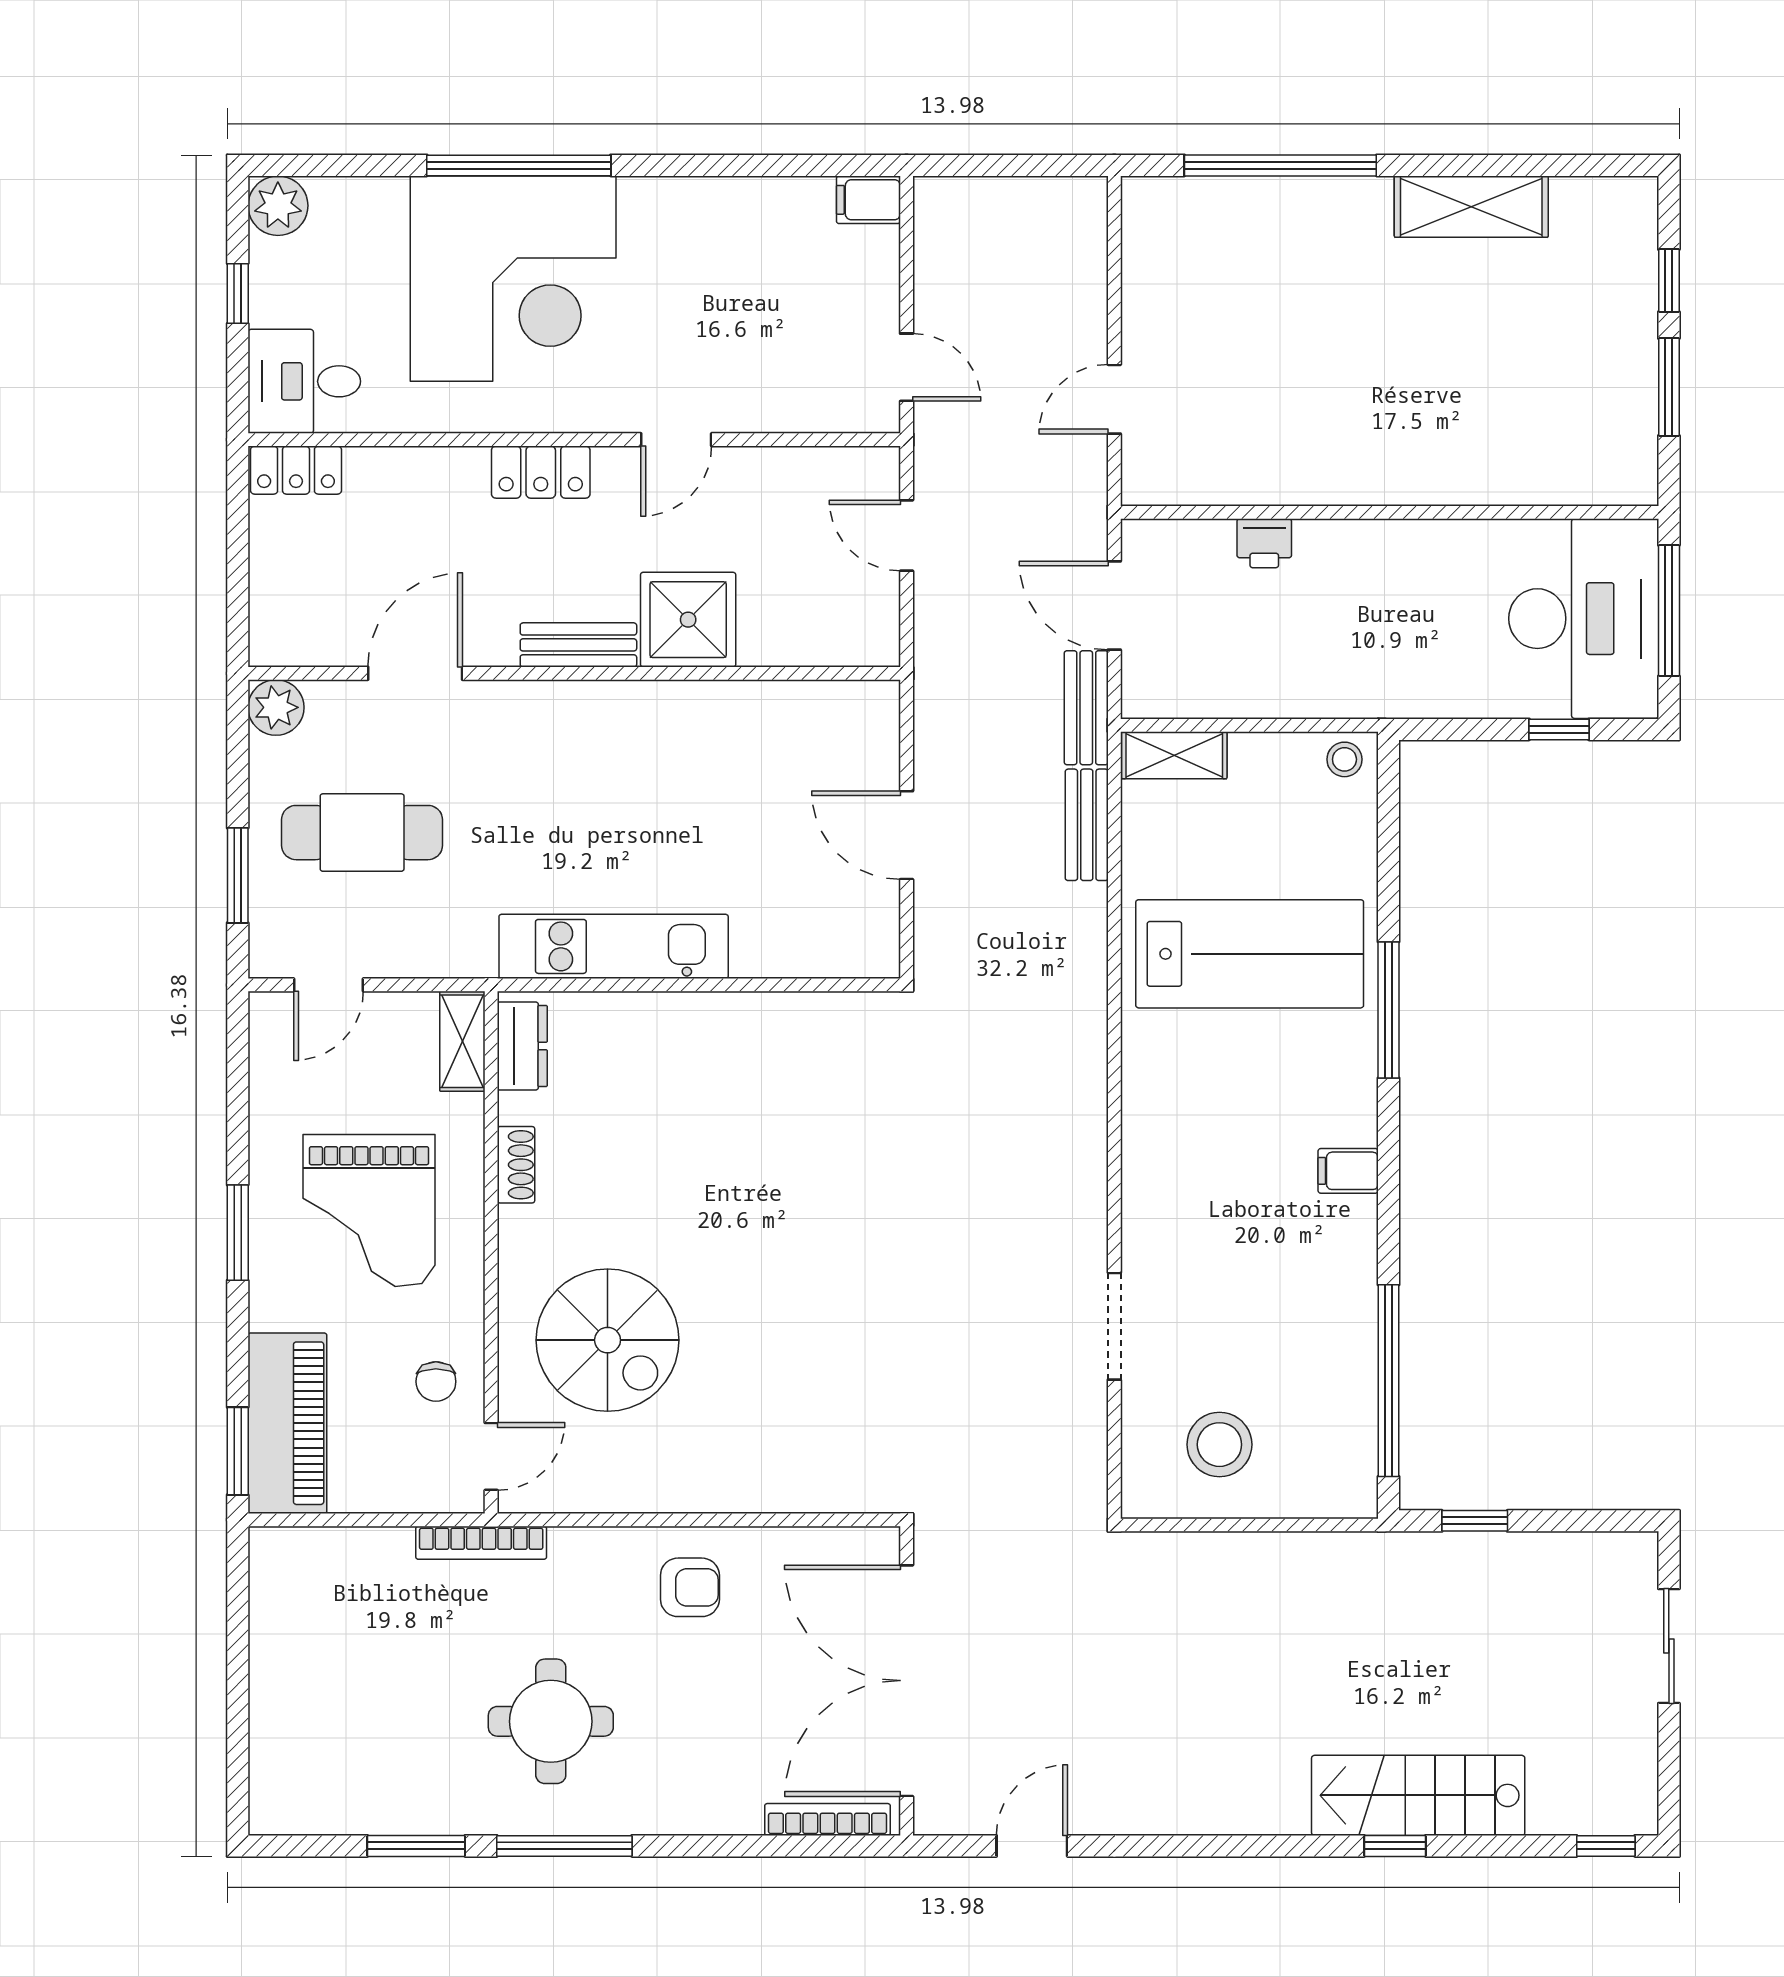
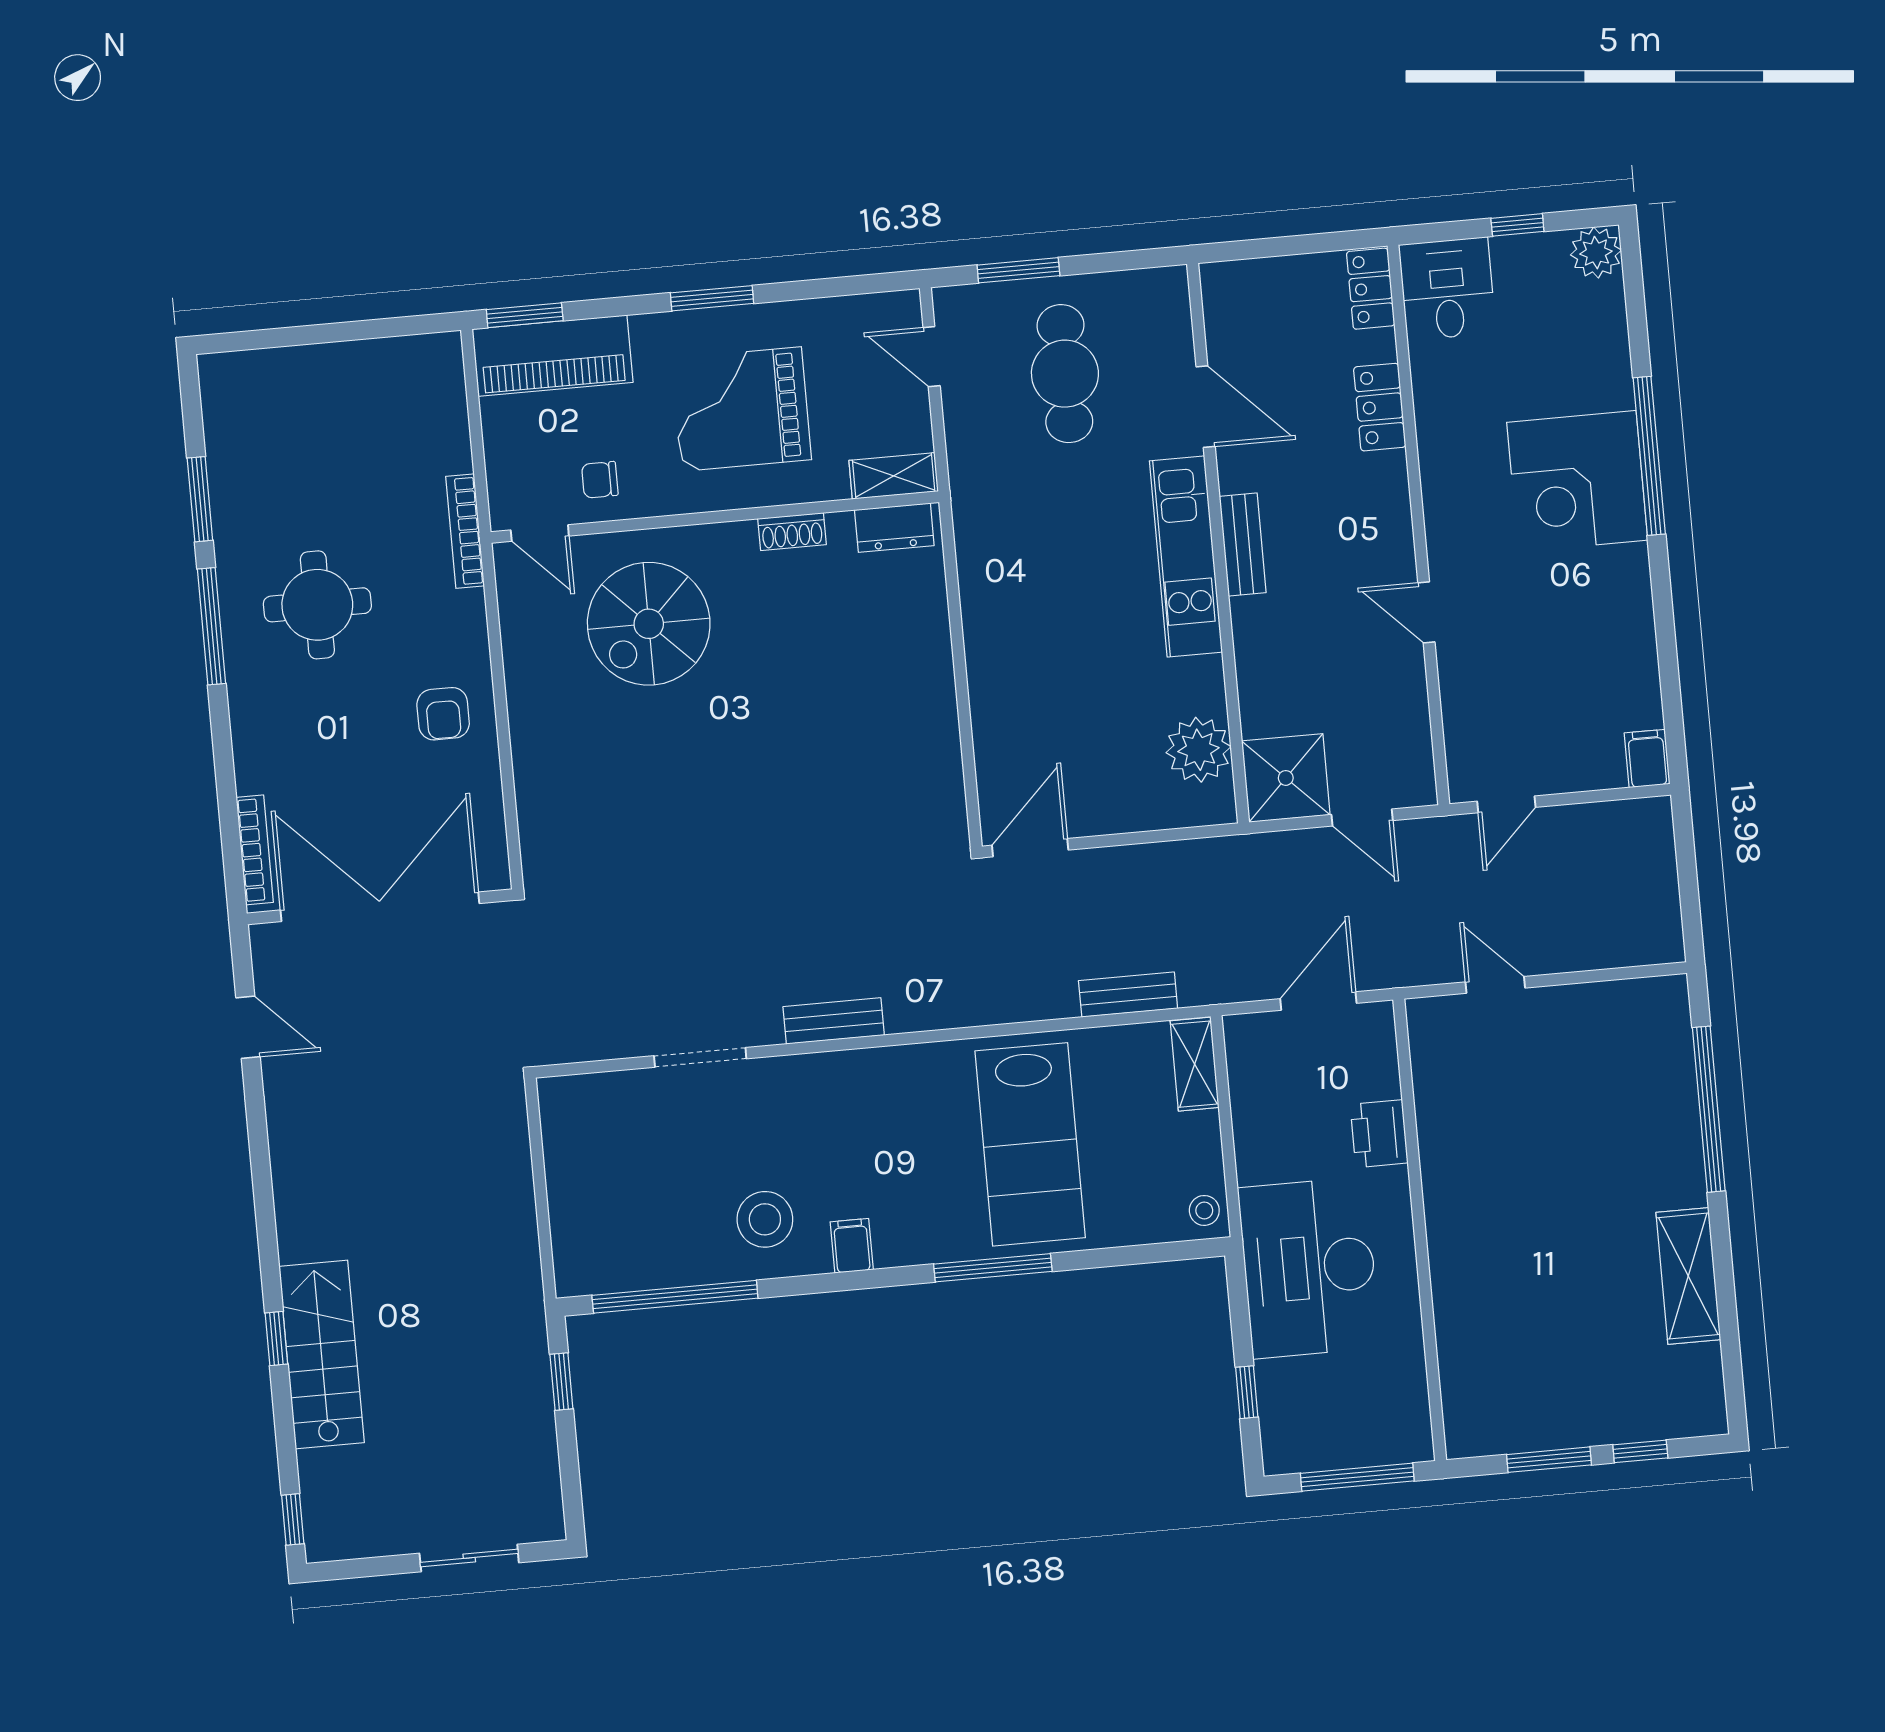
corner desk: (513, 279) -> (1577, 481), width x0.74, depth x0.74
locker: (541, 472) -> (1380, 407), moved
door: (907, 536) -> (1362, 817), swing flipped
printer: (1264, 543) -> (1379, 1134), width x1.36, depth x1.24
desk: (1584, 619) -> (1309, 1268), moved, turned 90
shower: (688, 620) -> (1286, 778), moved
plant: (276, 707) -> (1198, 750), moved, width x1.36, depth x1.36
bench: (1086, 708) -> (834, 1021), moved
door: (907, 835) -> (1030, 848), moved
kitchen unit: (614, 946) -> (1186, 556), moved, turned 180
stool: (1219, 1445) -> (765, 1219), moved

